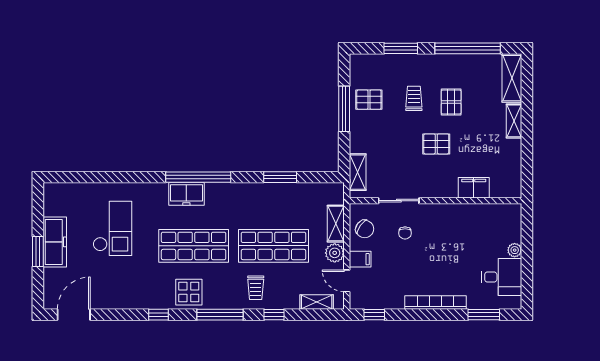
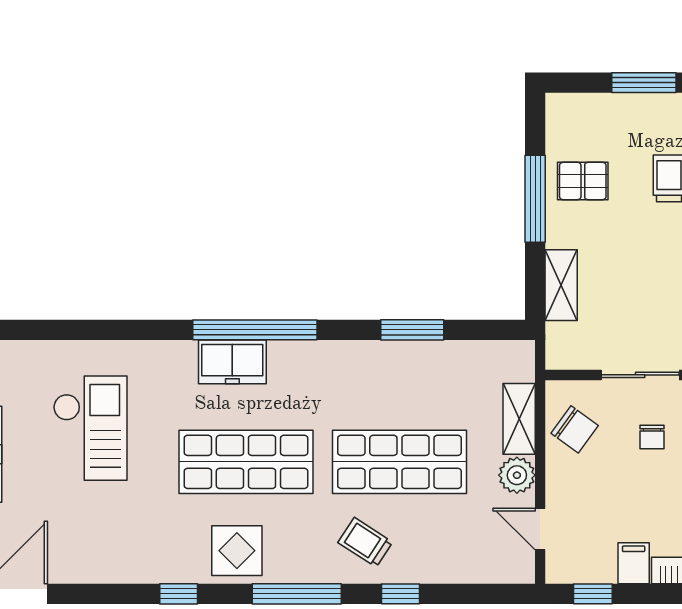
shelving: (358, 172) -> (561, 285), moved
filing cabinet: (360, 259) -> (634, 563), moved, turned -90
trolley: (256, 288) -> (365, 542), turned 123
shelving: (317, 302) -> (482, 570), removed

